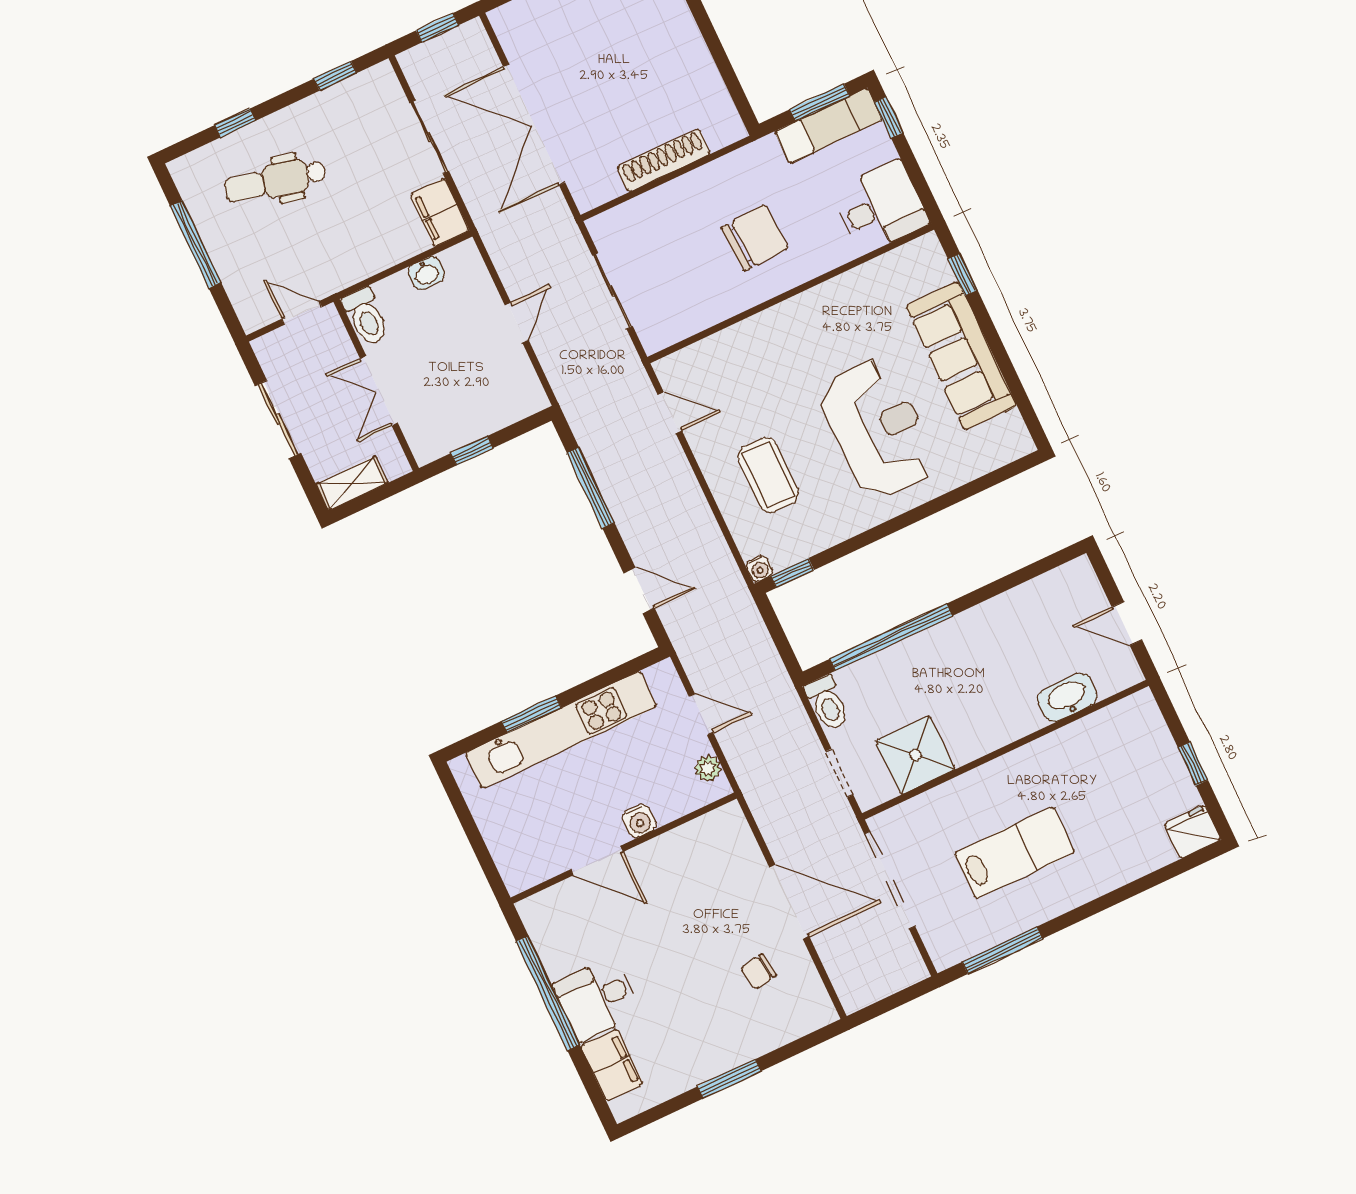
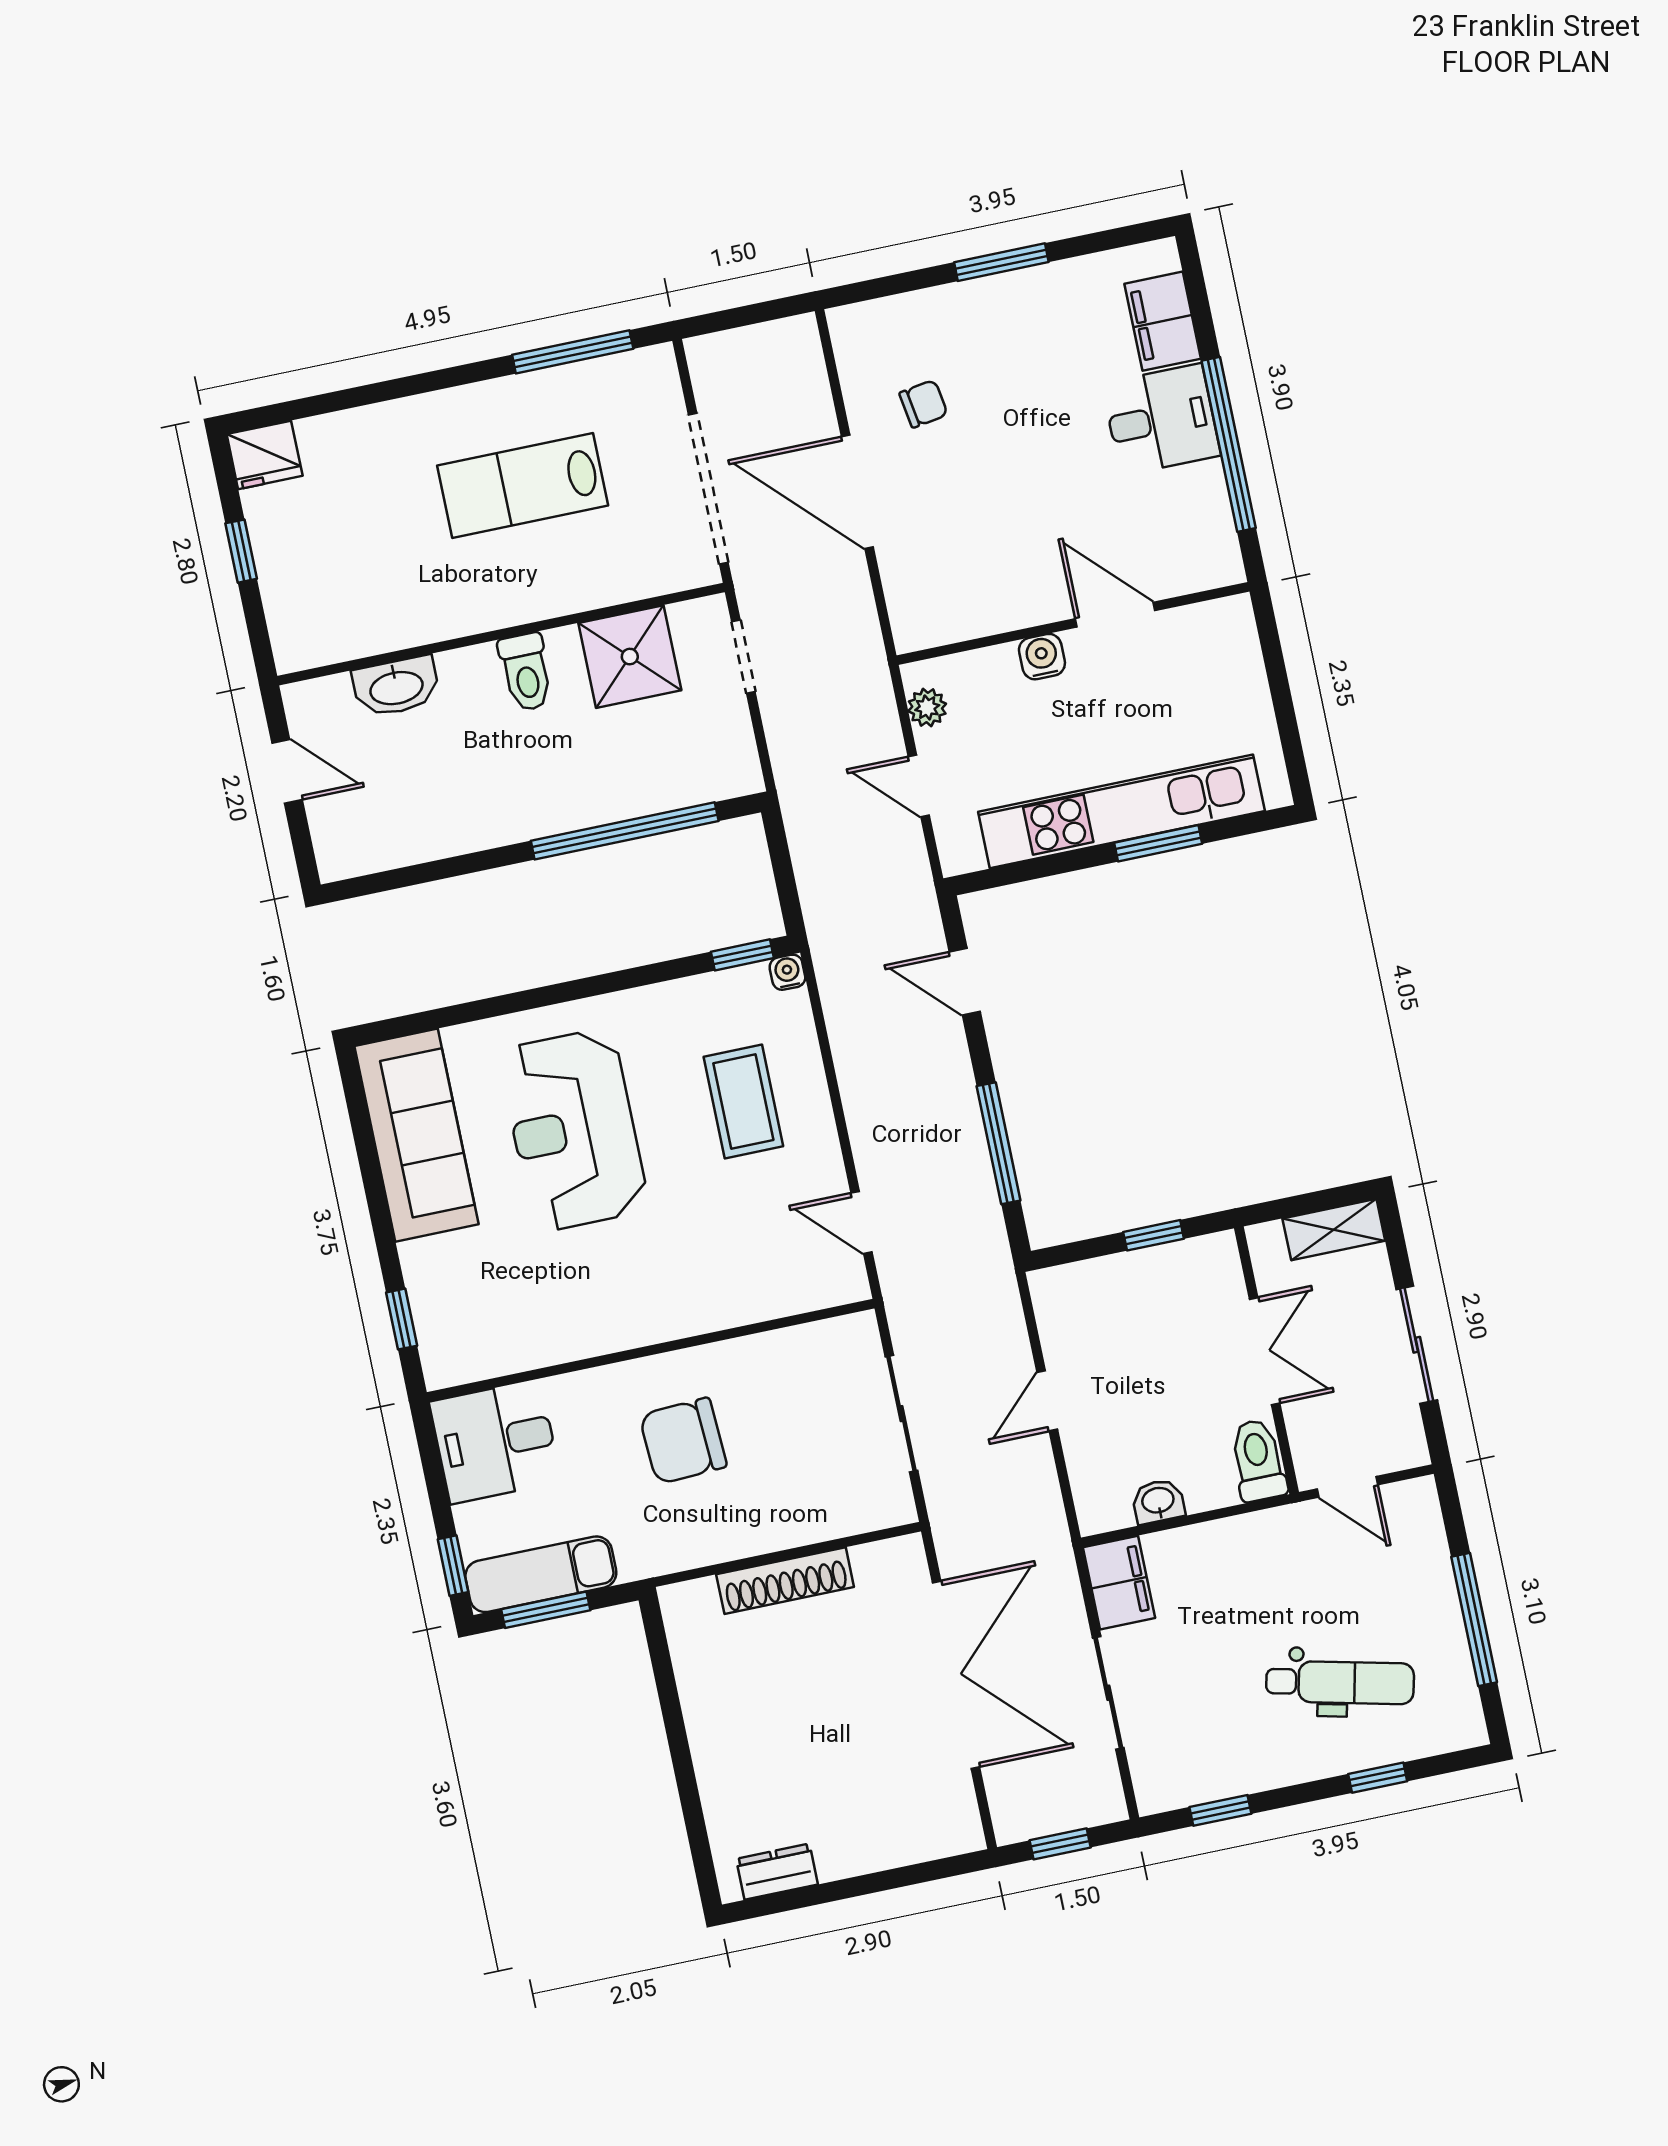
sofa: (961, 356) -> (416, 1135), moved
toilet: (827, 703) -> (526, 672), moved, turned 180

